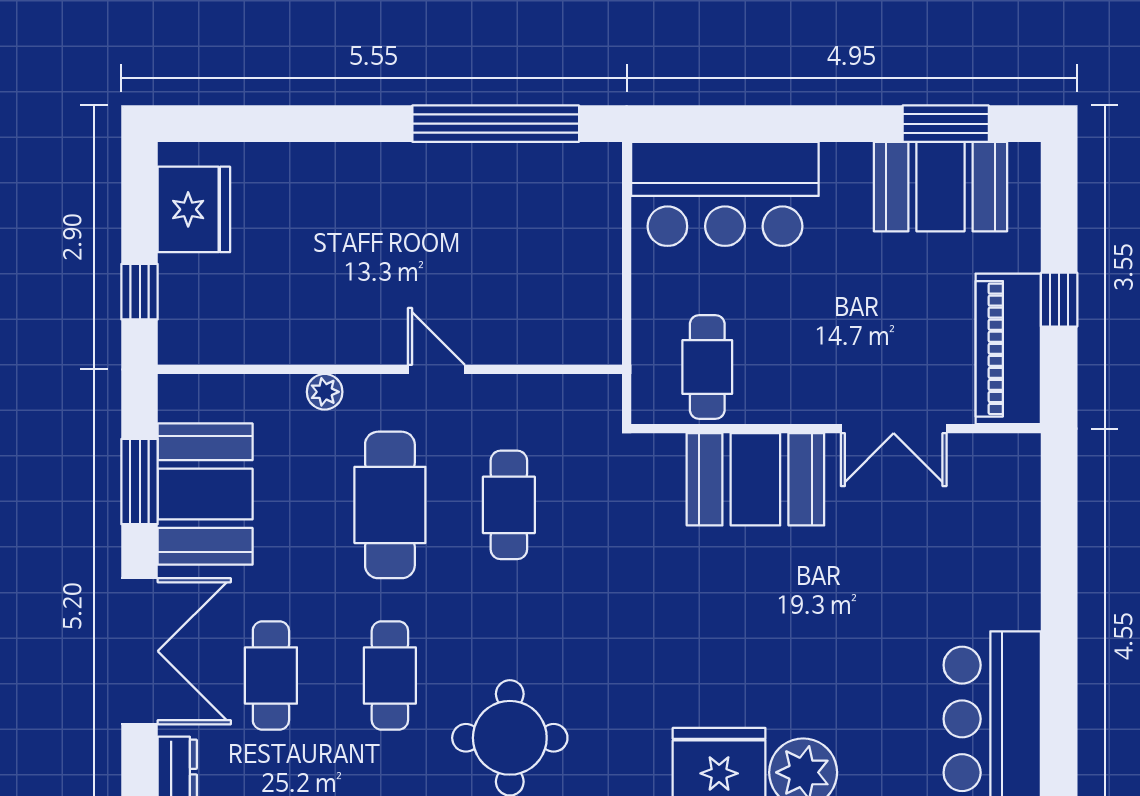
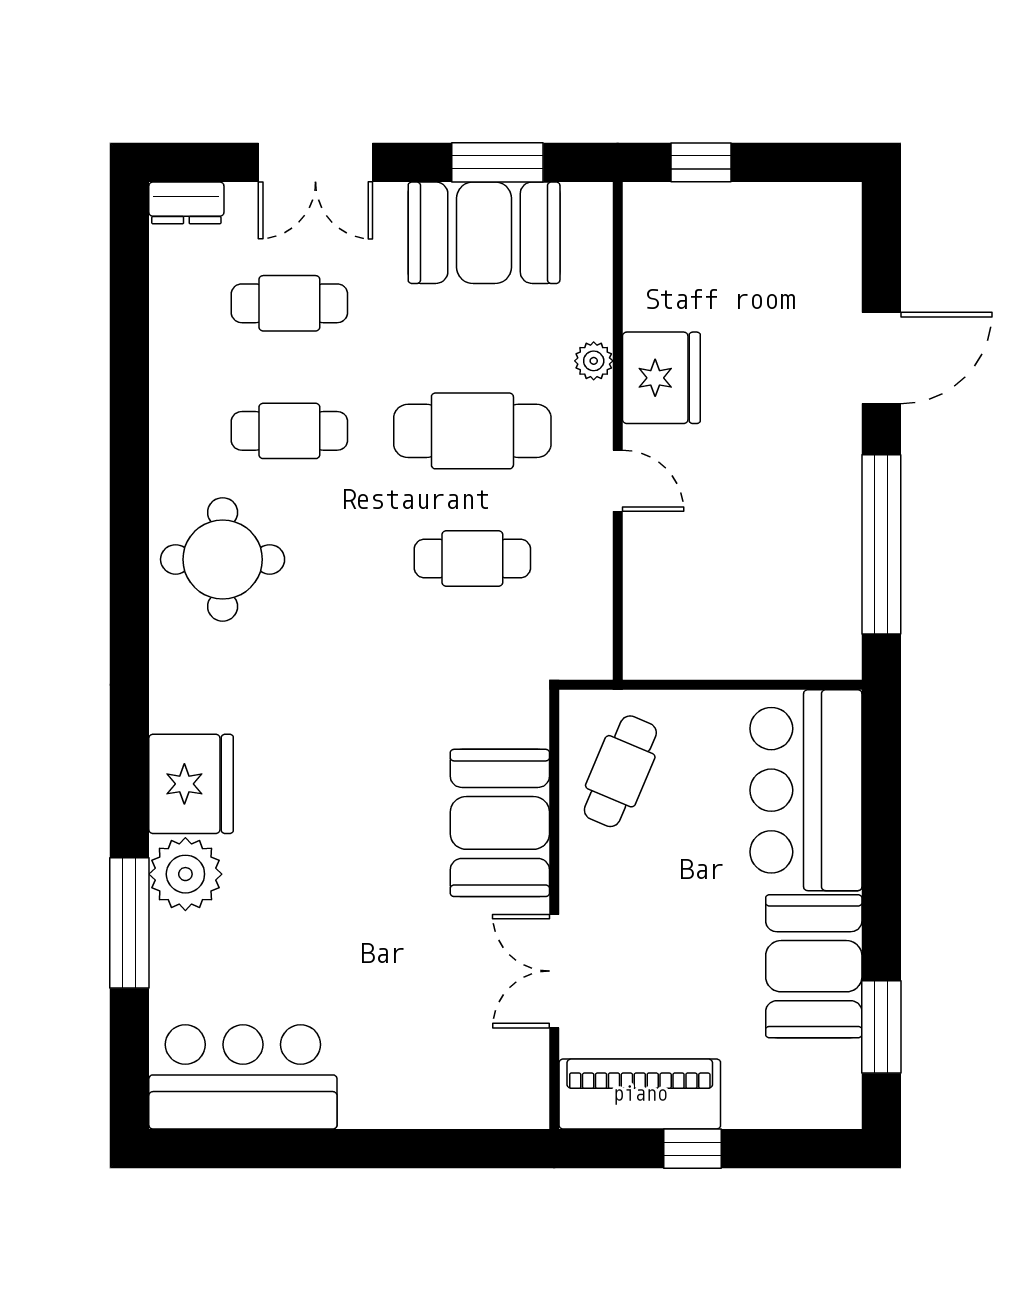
door: (322, 124) -> (881, 358), added
booth: (941, 187) -> (814, 966), moved
fridge: (194, 209) -> (661, 378), moved, turned -90
cafe table: (707, 367) -> (620, 771), turned -67
door: (436, 369) -> (618, 481), hinge flipped
double door: (140, 651) -> (315, 162), width x0.73

